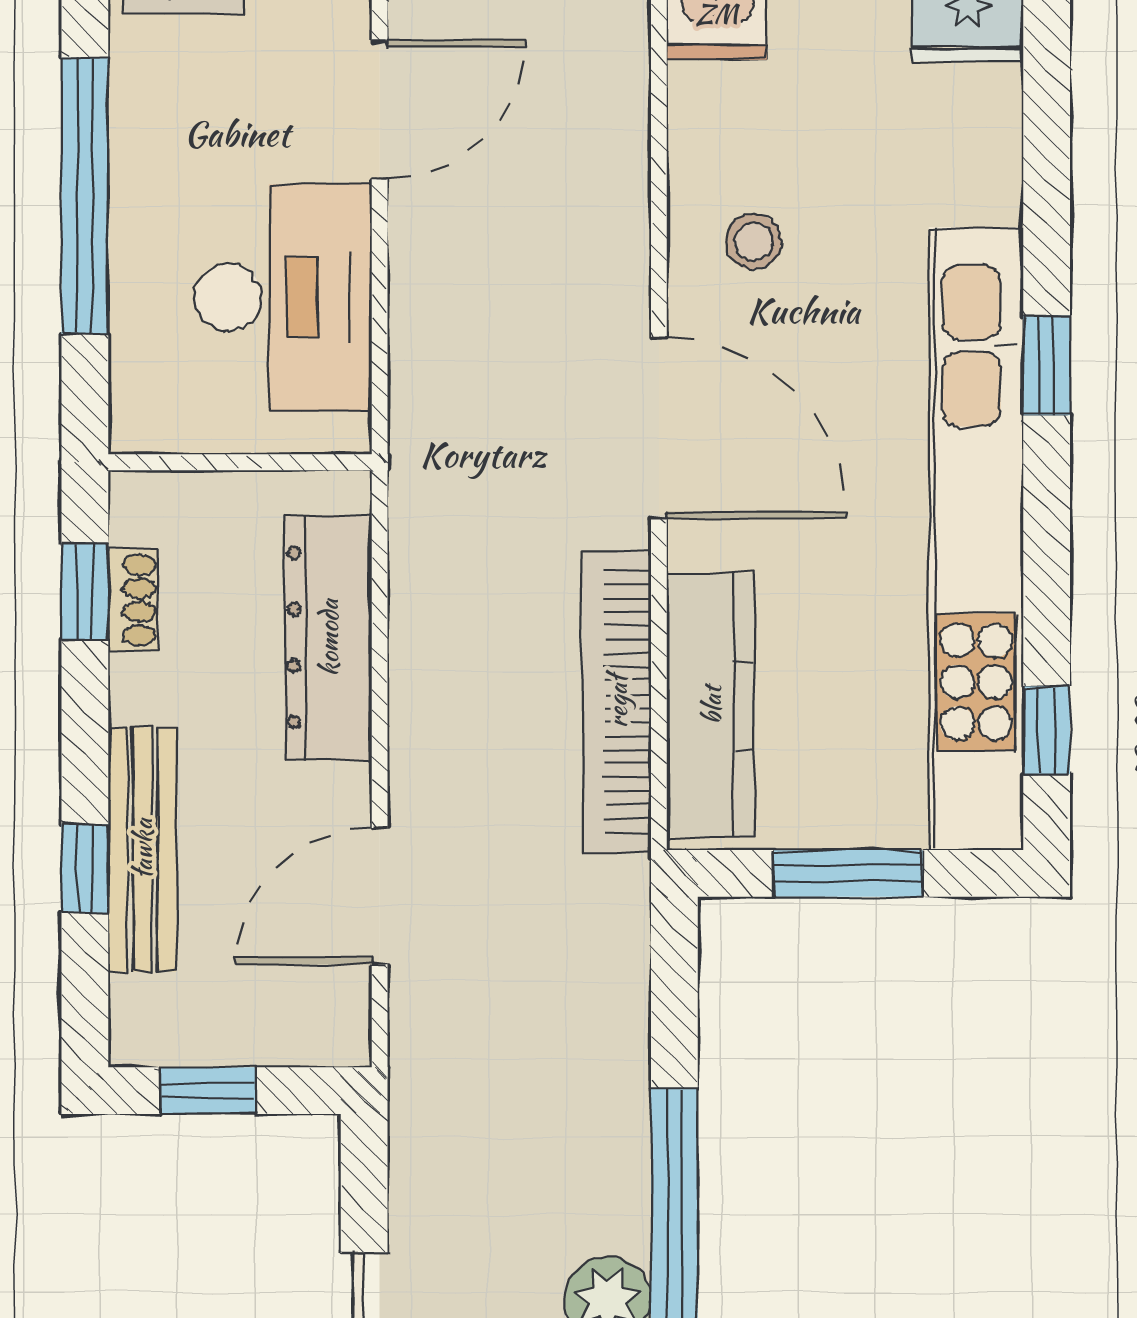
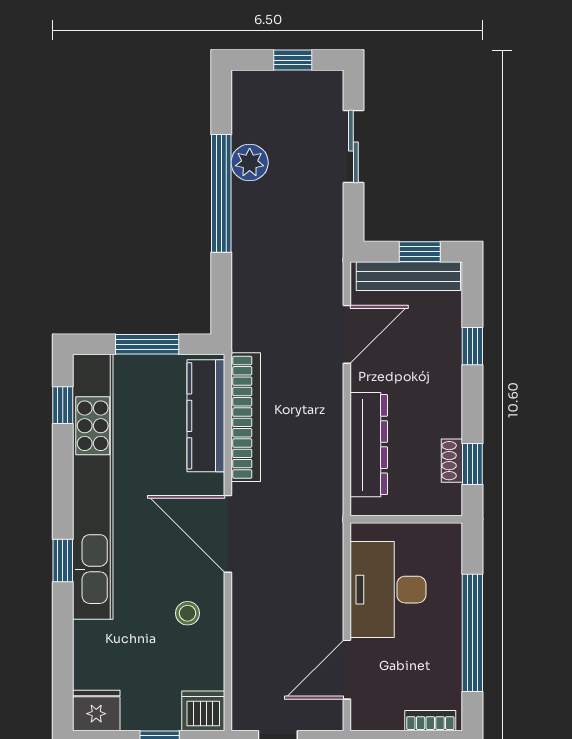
bench: (142, 849) -> (408, 276), moved, turned 90

